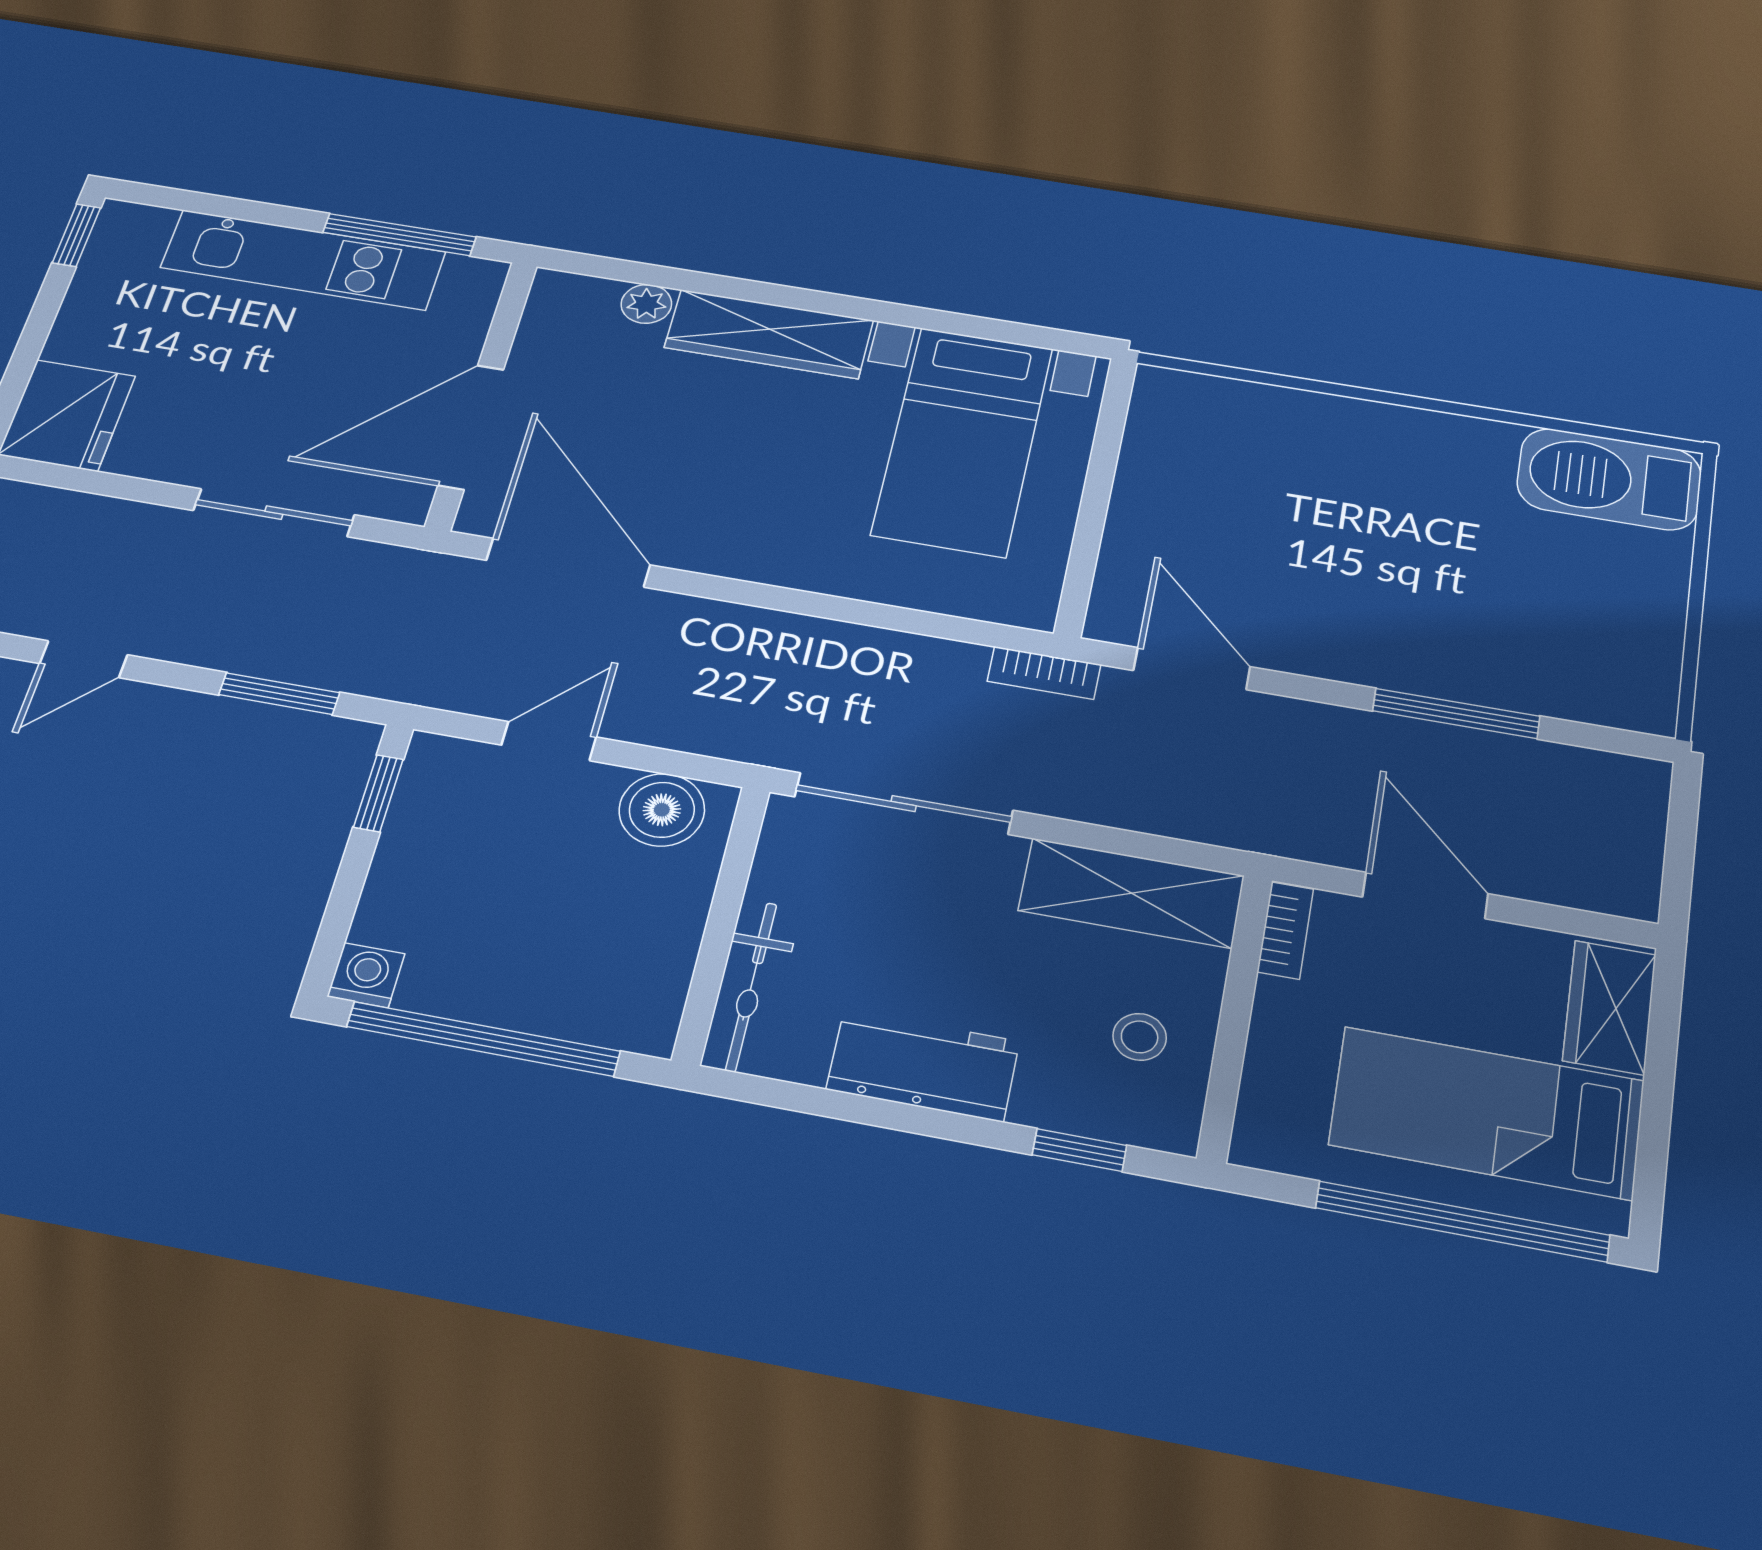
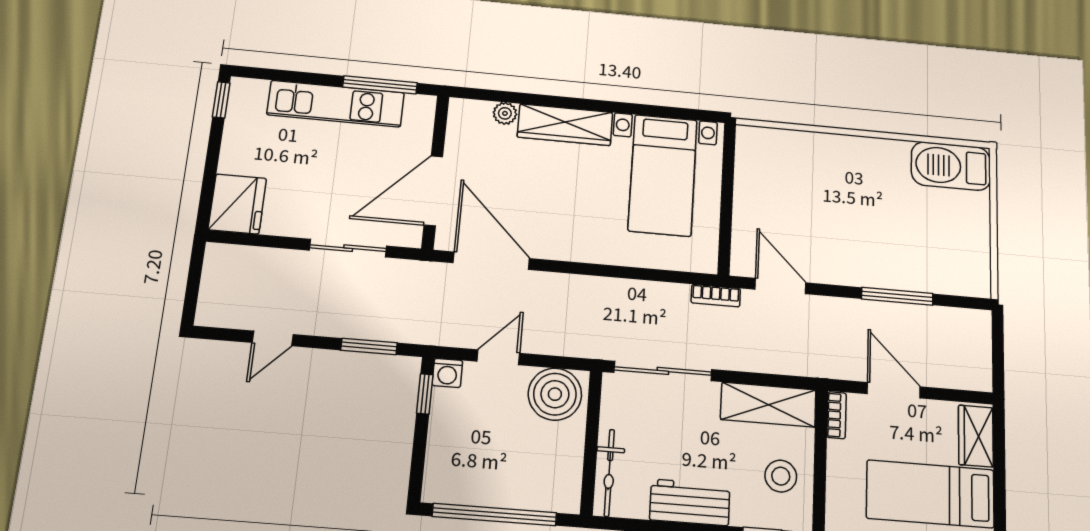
boiler: (662, 810) -> (555, 394), width x1.37, depth x1.37
washing machine: (366, 975) -> (447, 373), moved, turned 180
stool: (1140, 1037) -> (781, 476), width x1.37, depth x1.37

